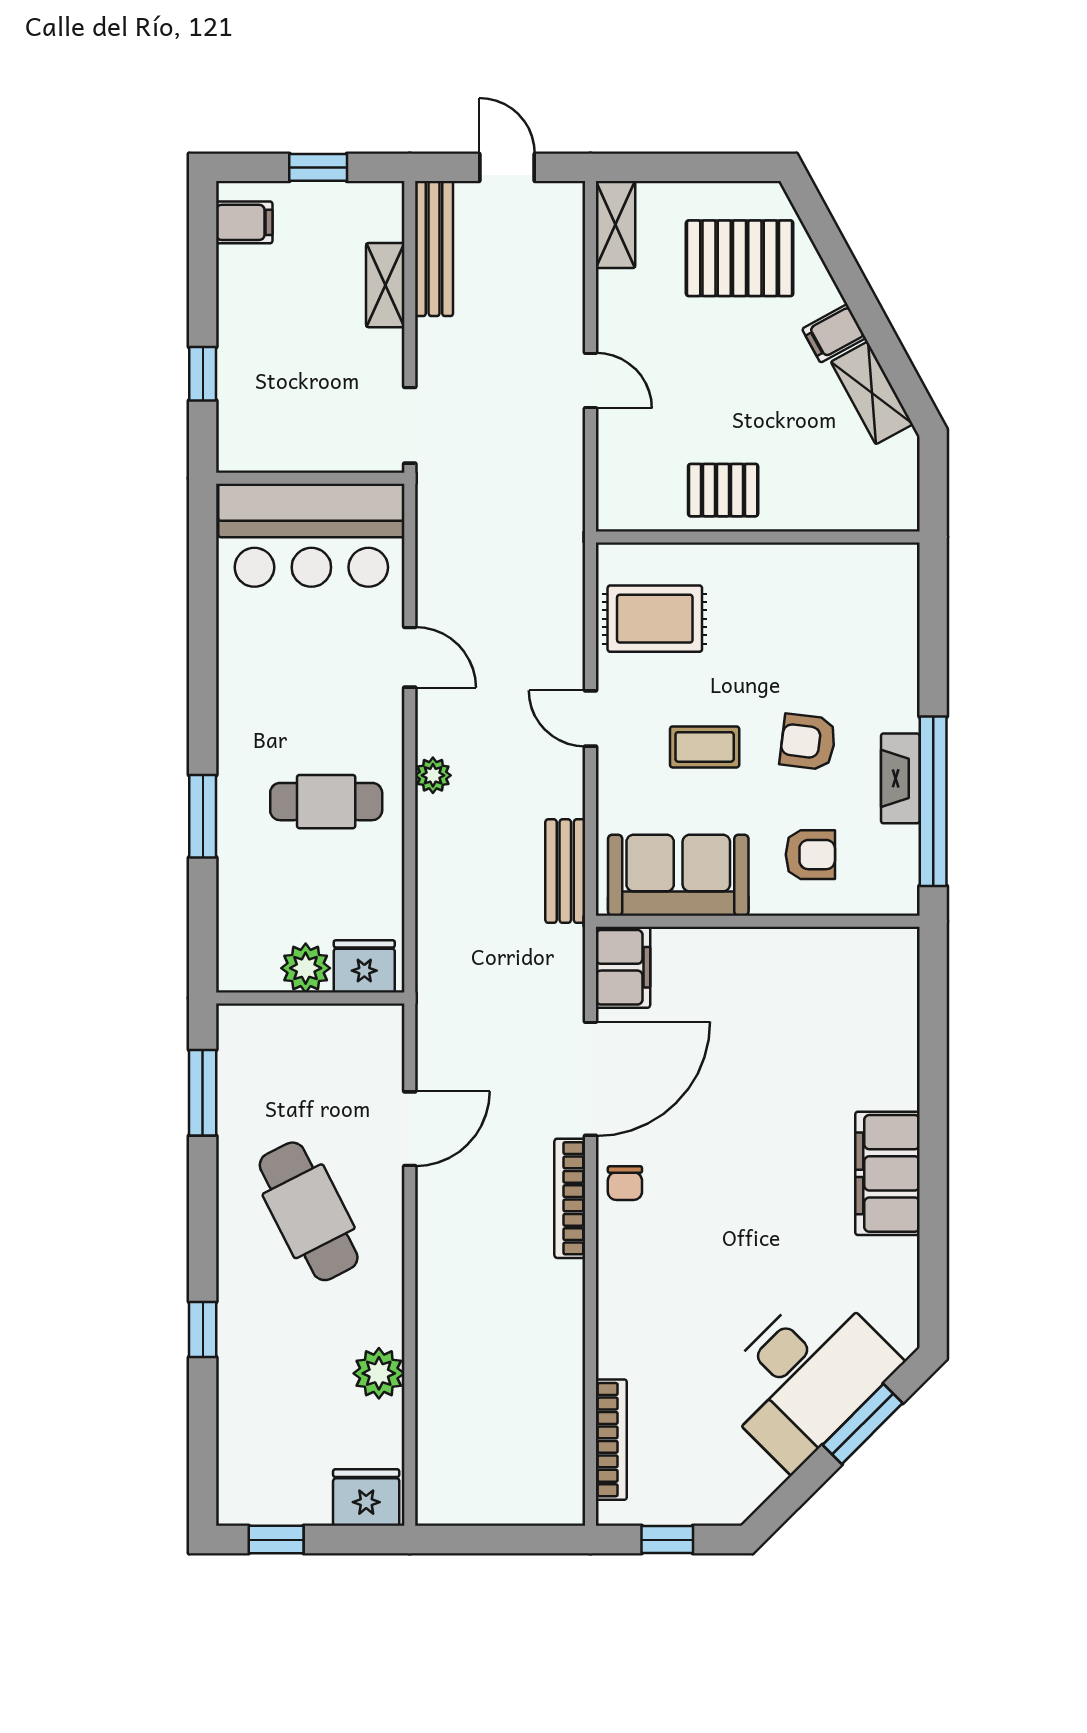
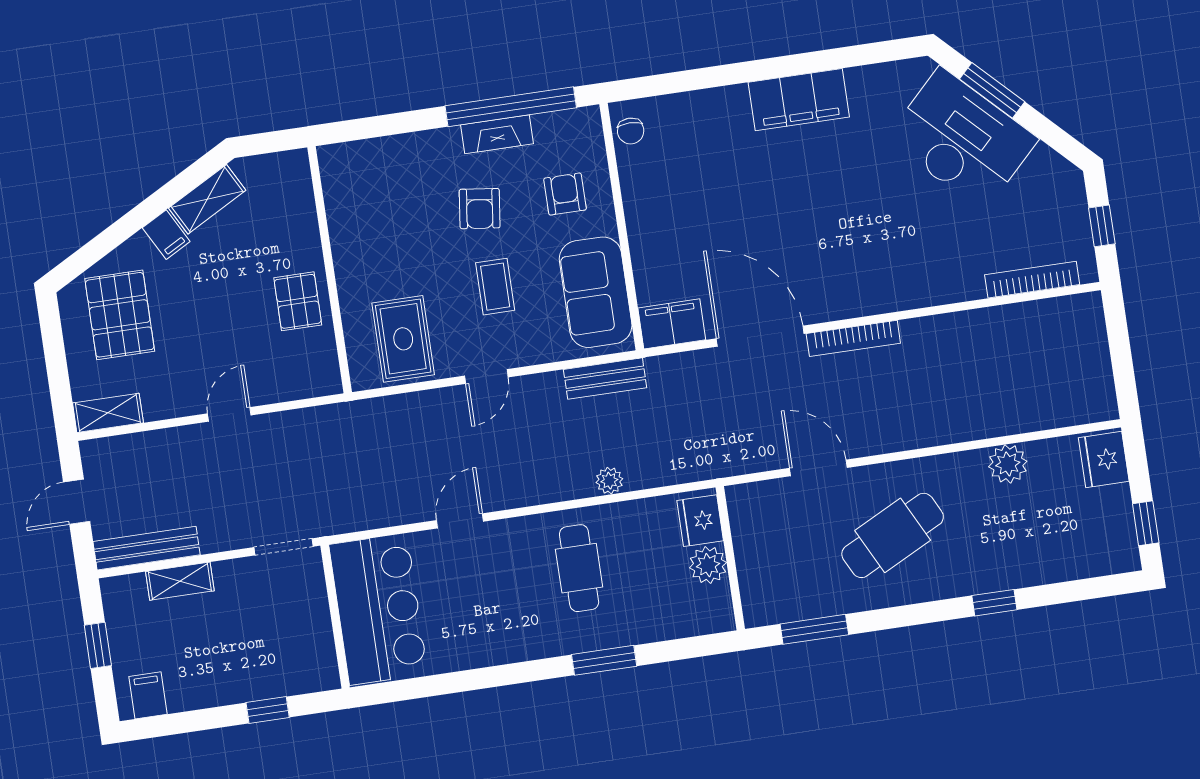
plant: (433, 775) -> (609, 481), moved
chair: (625, 1183) -> (631, 131), moved, turned 90

